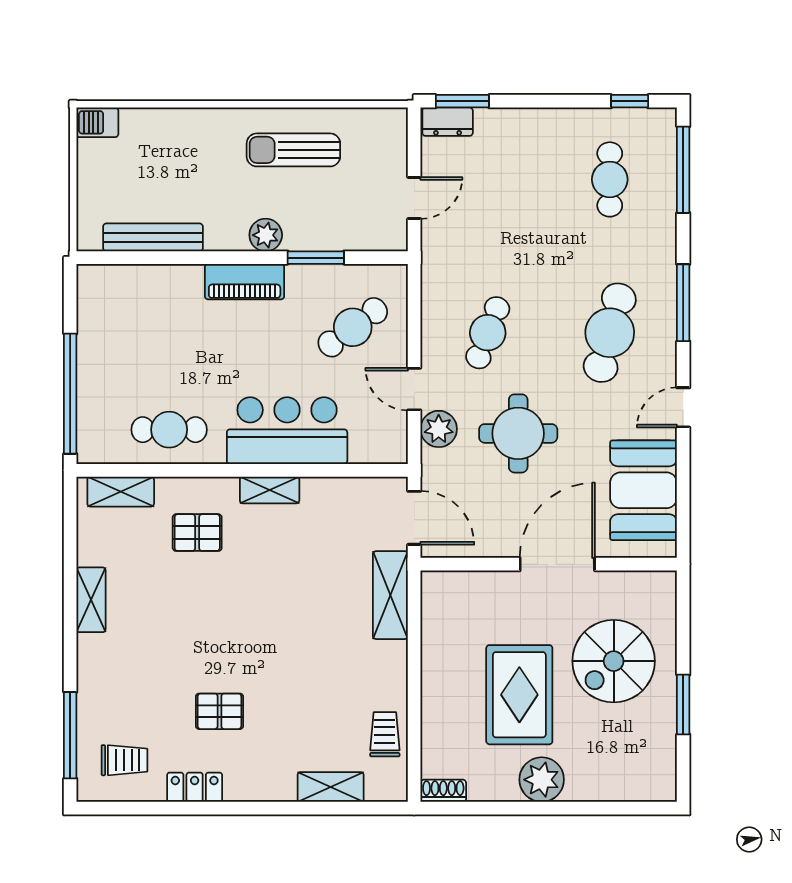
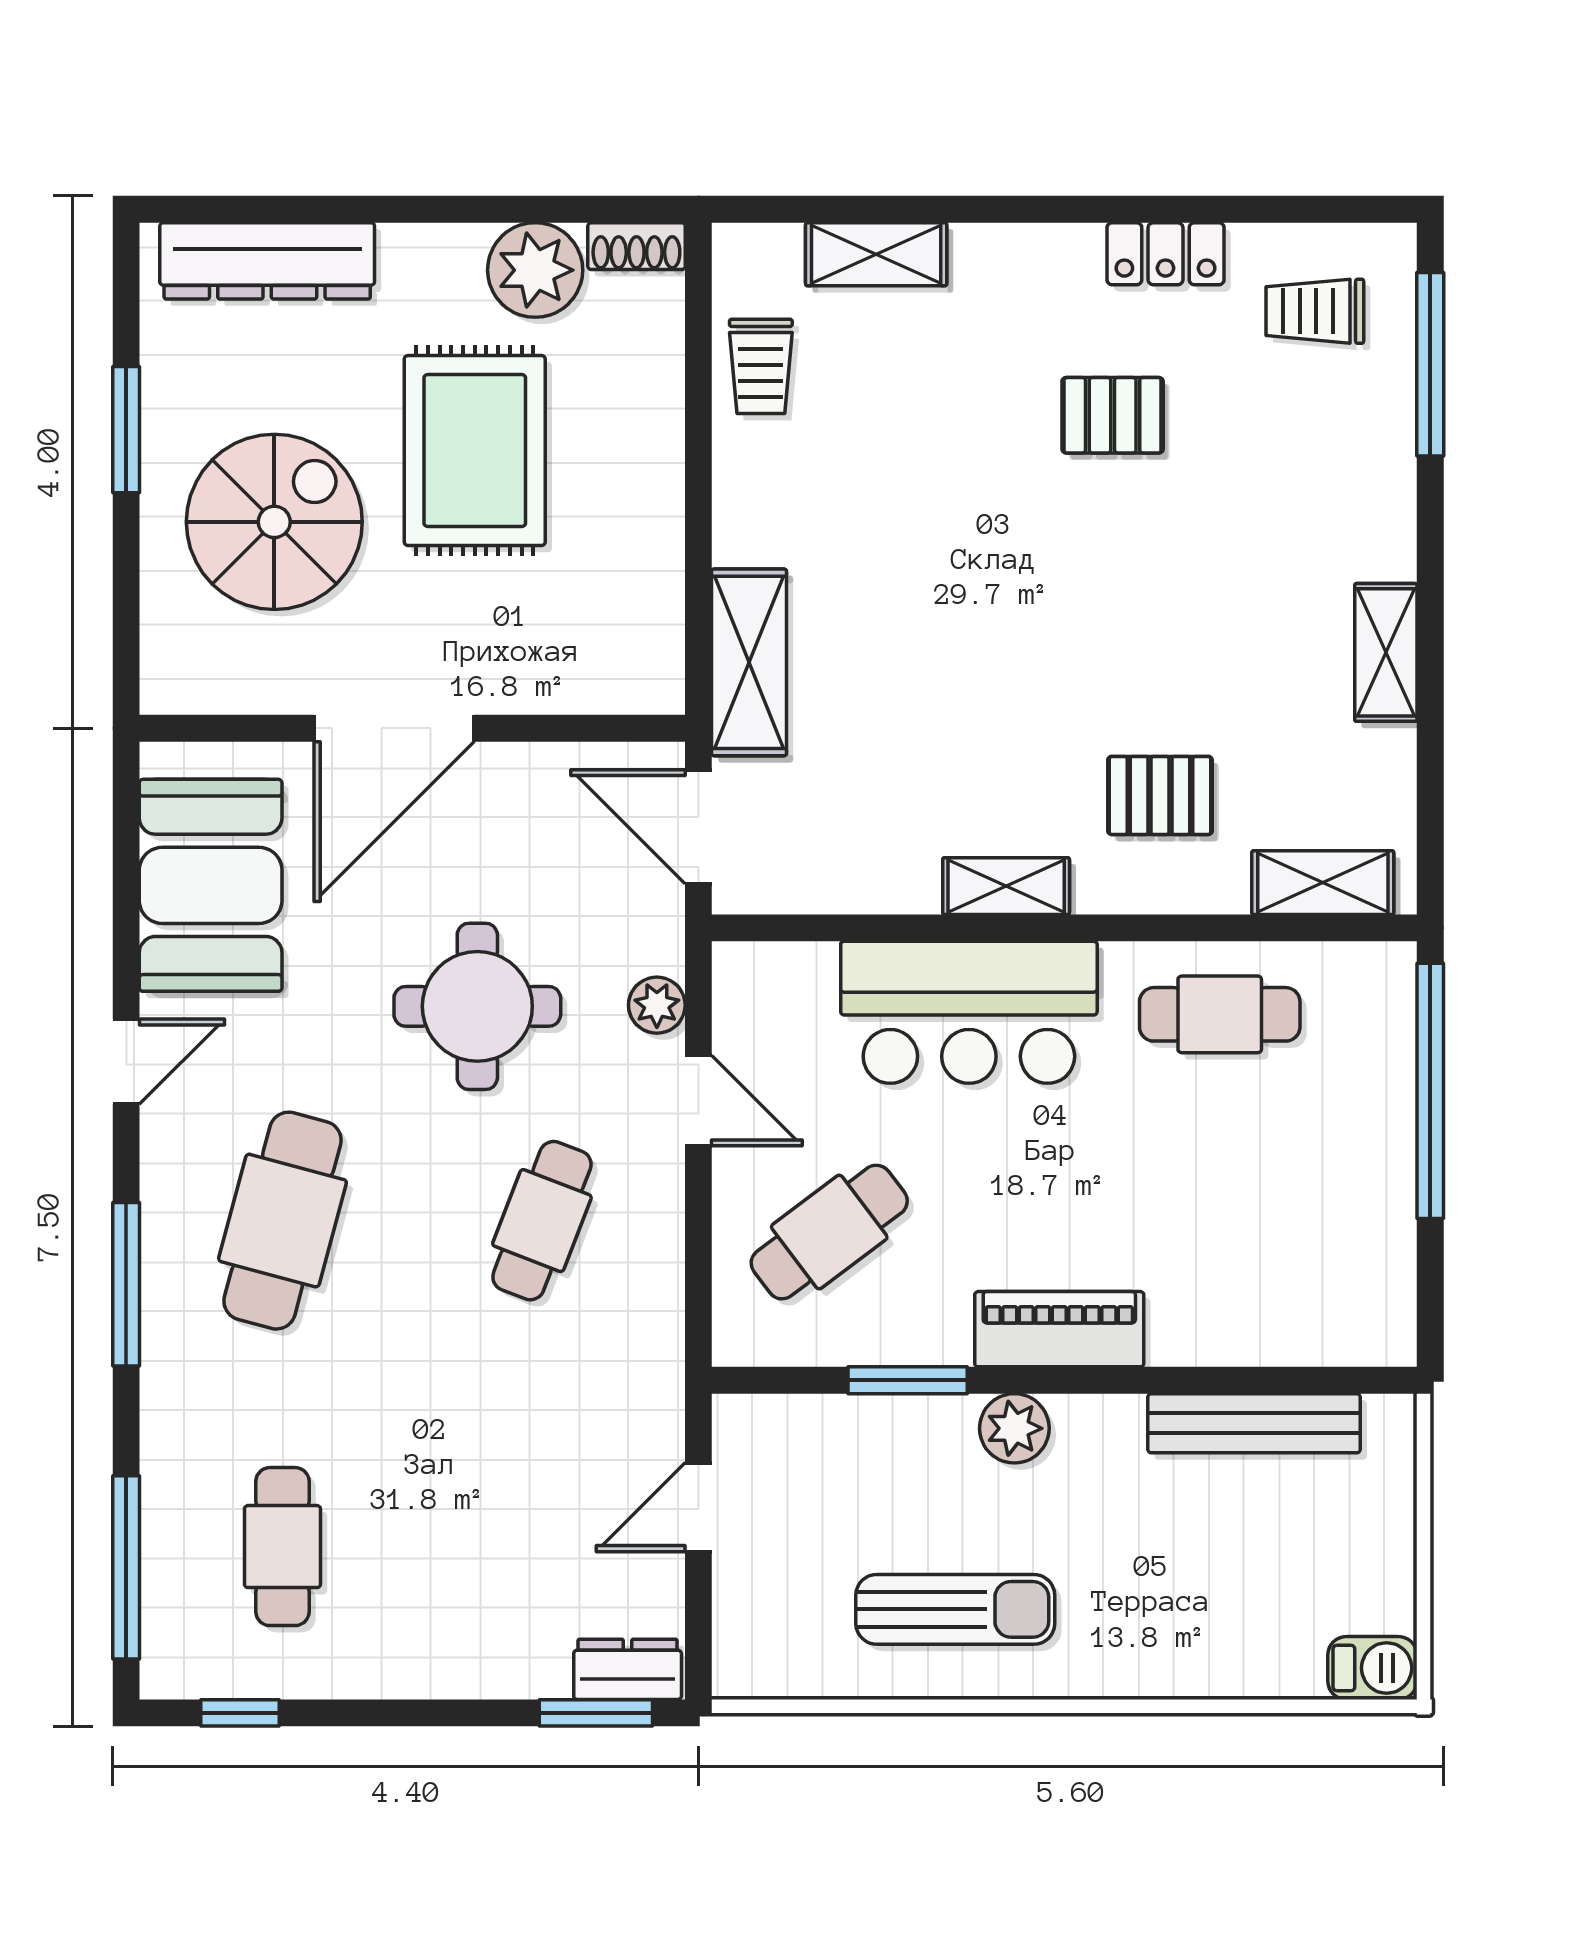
plant: (439, 429) -> (657, 1005), width x0.73, depth x0.73
plant: (542, 780) -> (535, 270), moved
dresser: (617, 784) -> (267, 261), added

